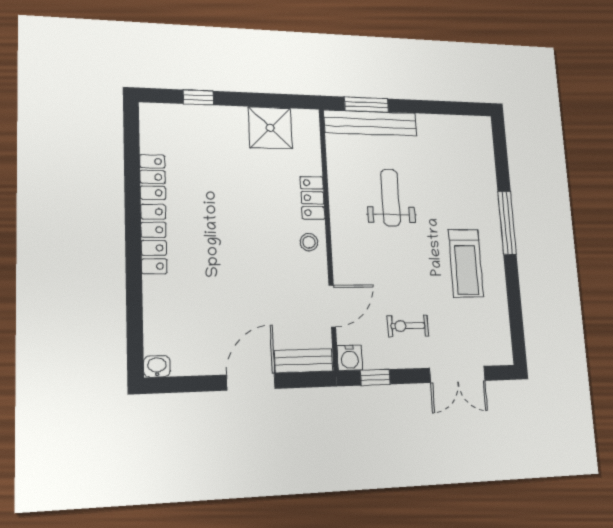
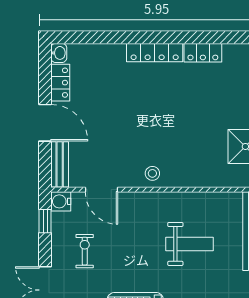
locker: (313, 198) -> (60, 83), moved, turned 90

